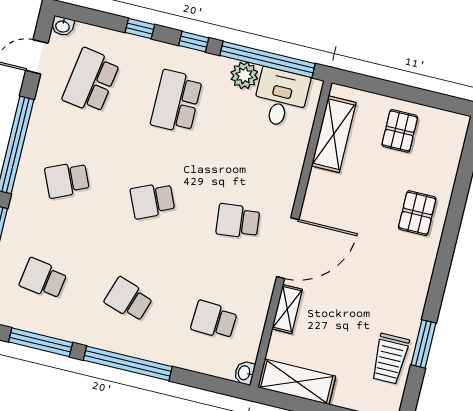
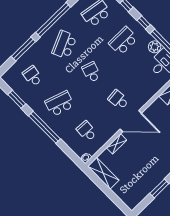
school desk: (67, 180) -> (64, 45), width x1.85
school desk: (152, 200) -> (91, 72), turned 42
school desk: (129, 299) -> (60, 104), width x1.85
window: (41, 342) -> (17, 99), width x0.69
trolley: (390, 359) -> (143, 186), removed

